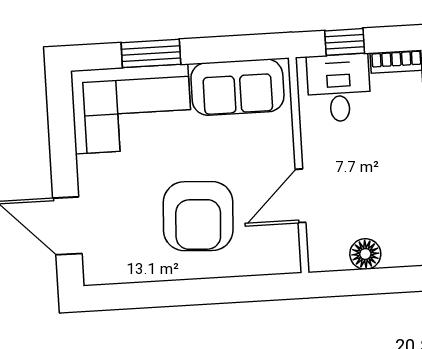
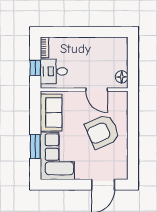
armchair: (198, 216) -> (102, 131), turned 153
floor lamp: (365, 254) -> (122, 77), moved

